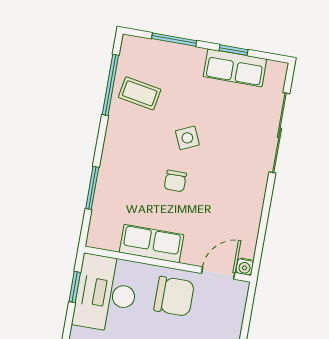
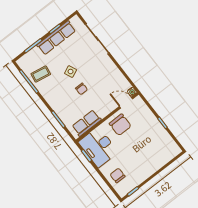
row of seats: (235, 68) -> (56, 38), width x1.48
row of seats: (152, 244) -> (87, 123), moved
door: (218, 273) -> (126, 103), hinge flipped
chair: (174, 296) -> (120, 125), turned 90

